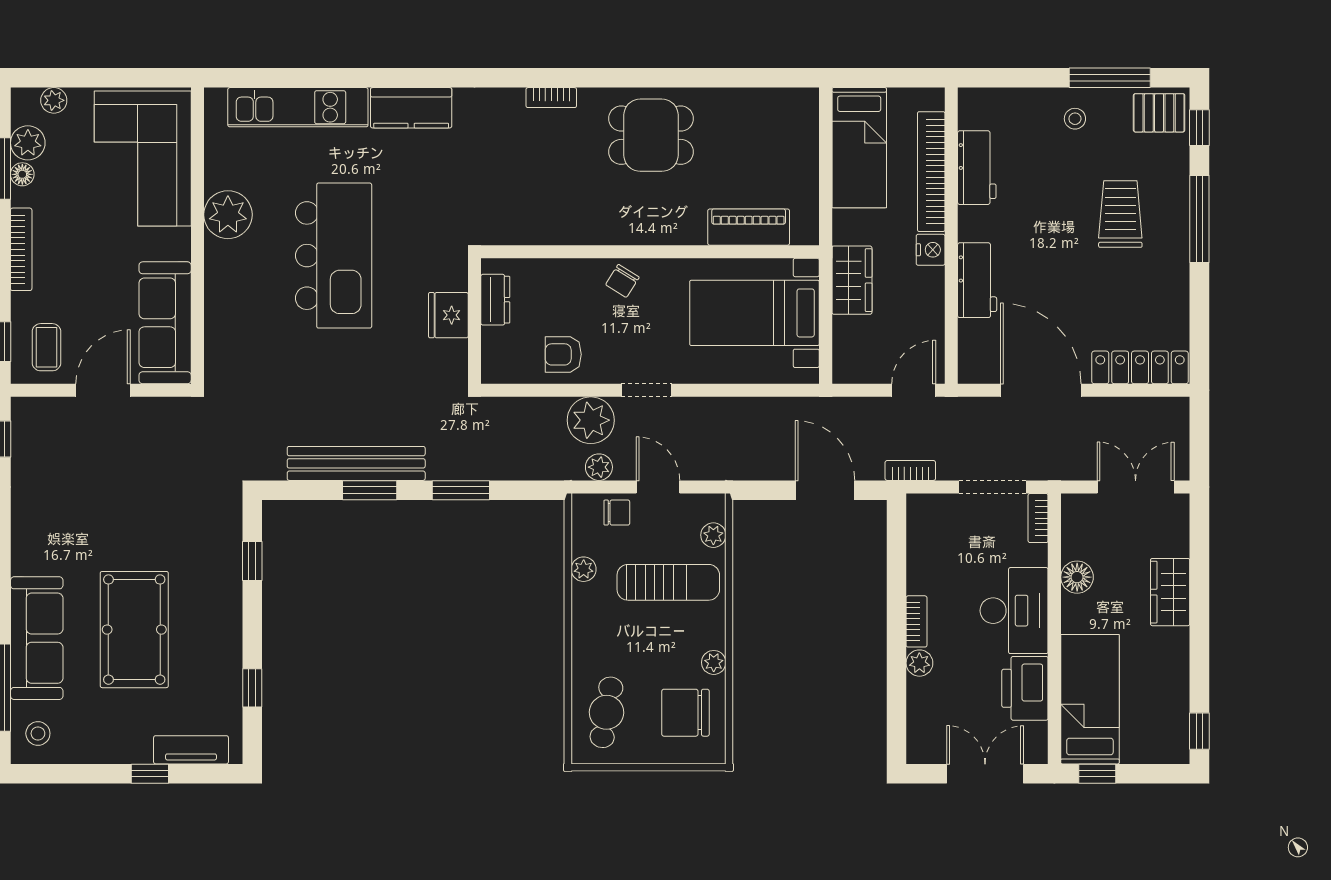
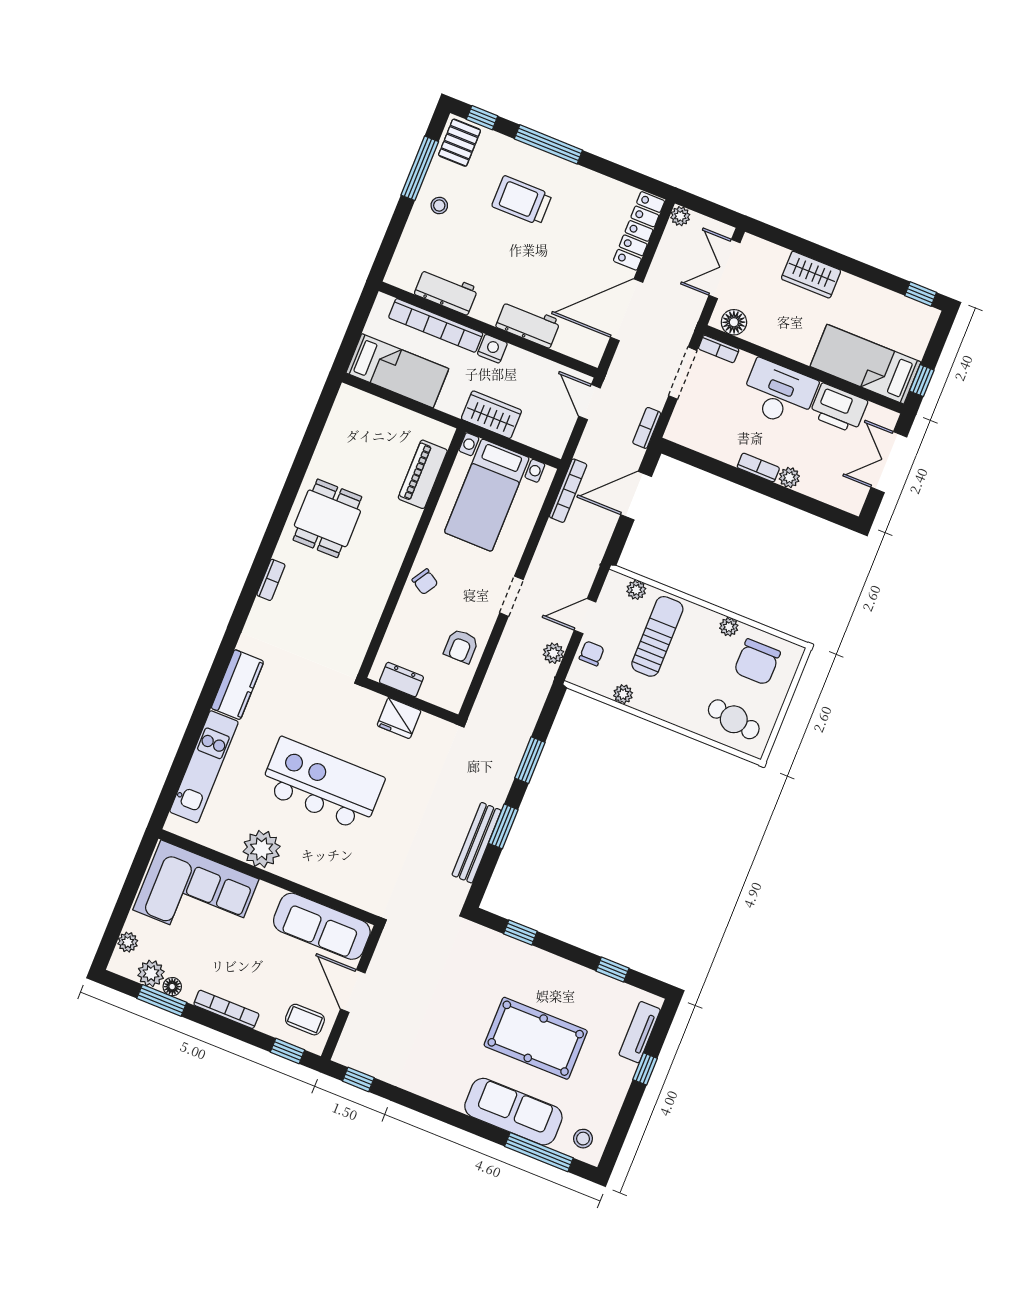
bookcase: (798, 407) -> (568, 491), added
plant: (591, 420) -> (680, 216), moved, width x0.53, depth x0.53
bench: (356, 463) -> (477, 843), width x0.73, depth x0.82
floor lamp: (1077, 577) -> (734, 322), moved

